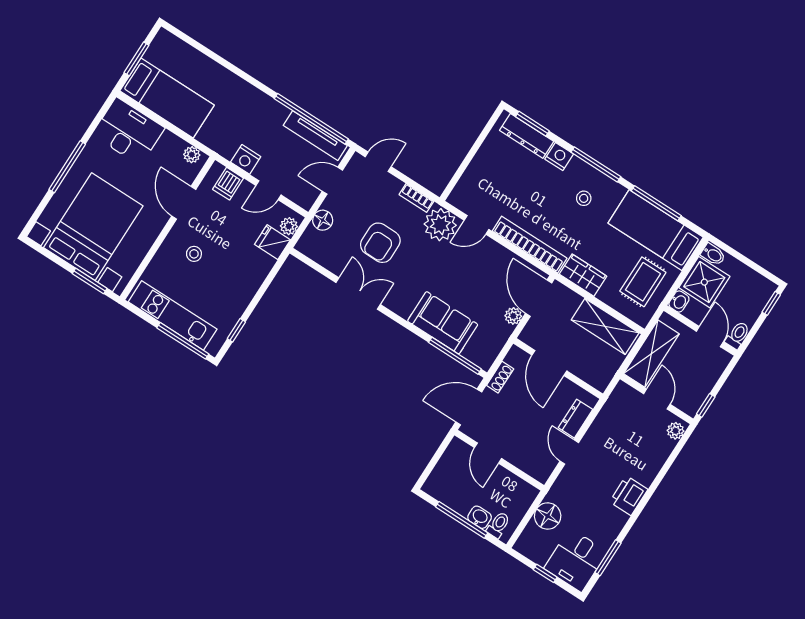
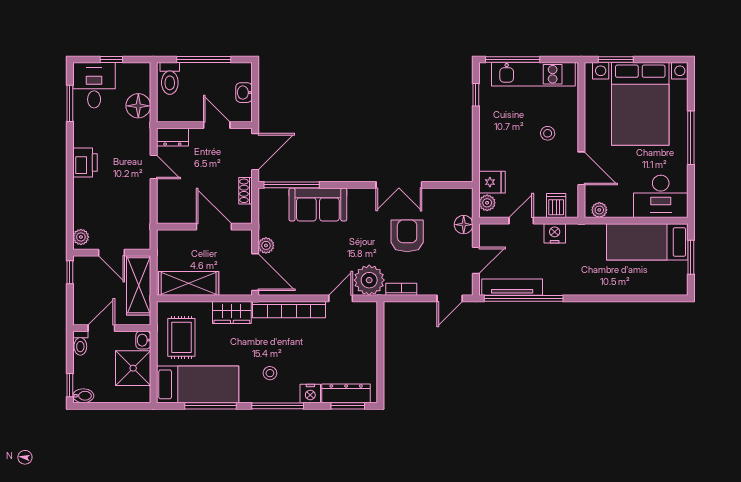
bidet: (713, 254) -> (83, 396), moved, turned 180
door: (710, 337) -> (101, 328), swing flipped
dresser: (576, 419) -> (172, 137), moved, turned 90
washbasin: (480, 517) -> (244, 93), moved, turned 90
toilet: (498, 525) -> (170, 78), width x1.37, depth x1.39

